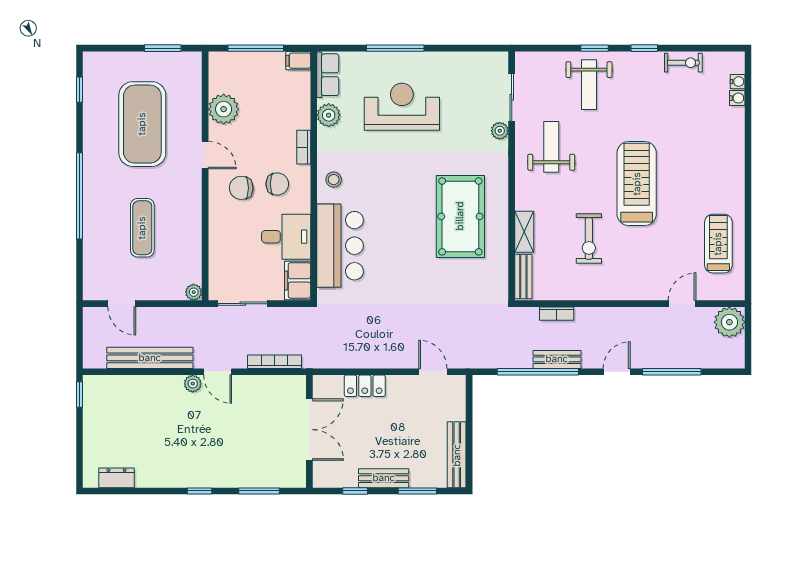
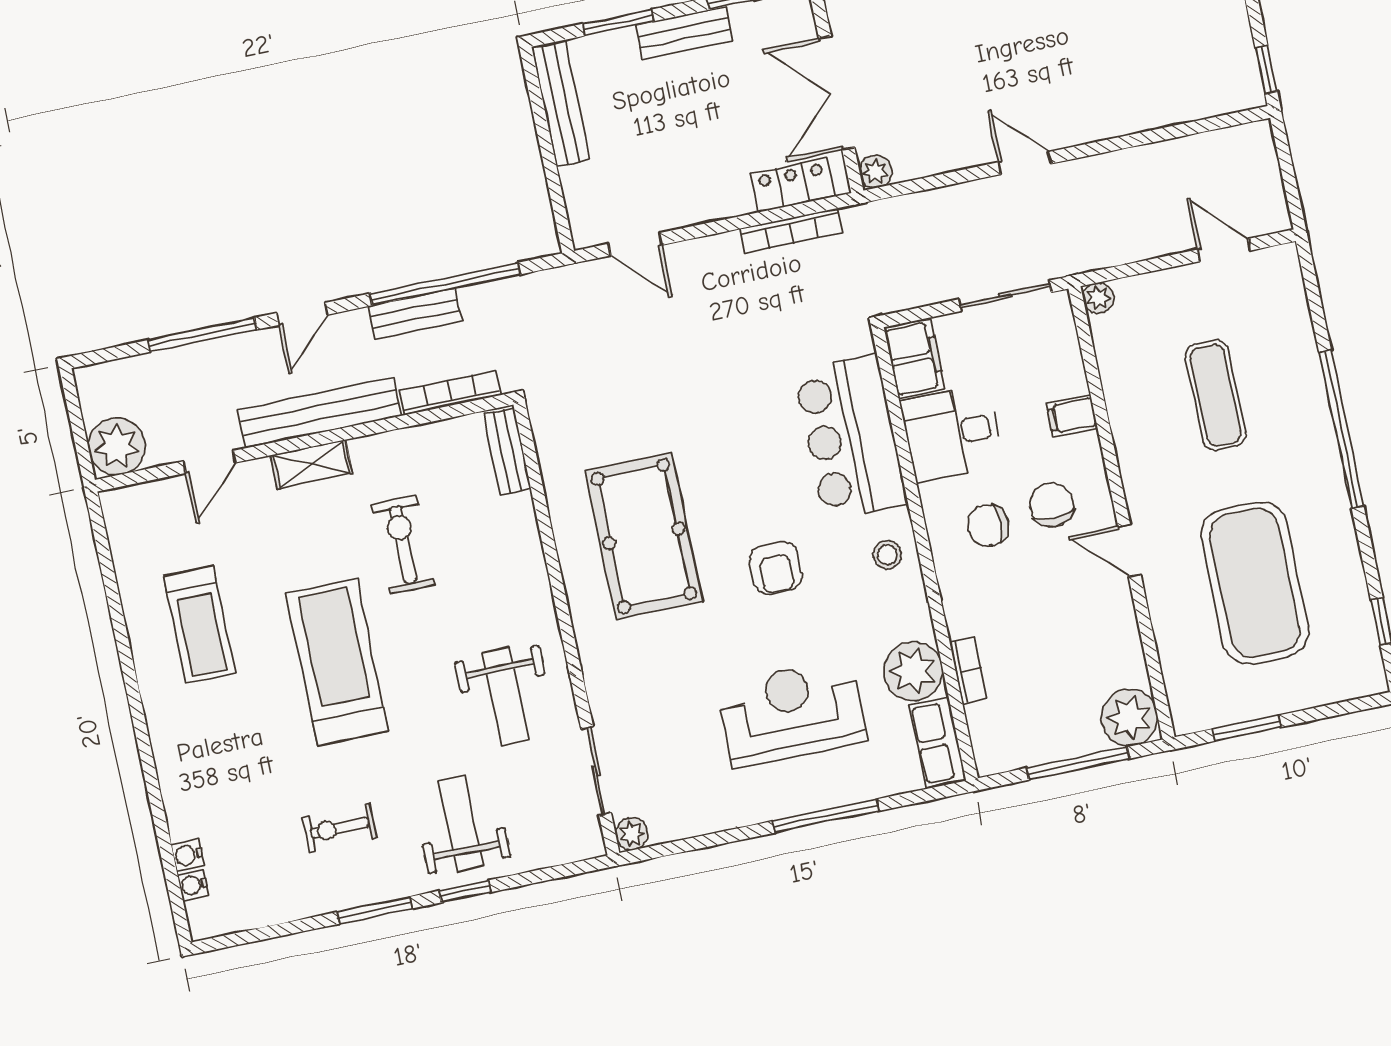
window: (644, 48) -> (375, 910), width x1.50
filing cabinet: (298, 61) -> (1072, 416), moved, turned 180
exercise bike: (683, 63) -> (340, 828), moved
reception desk: (402, 107) -> (791, 713), turned 180
plant: (224, 109) -> (1129, 718), moved
plant: (329, 115) -> (913, 671), width x1.36, depth x1.36
plant: (500, 131) -> (632, 834), moved
bookcase: (304, 147) -> (968, 670), moved
treadmill: (637, 184) -> (337, 662), turned 180
armchair: (394, 185) -> (776, 568), added
chair: (241, 188) -> (1052, 505), turned -90
shelving: (524, 232) -> (311, 464), moved, turned 90
treadmill: (718, 244) -> (200, 624), moved
bookcase: (557, 314) -> (450, 393), width x1.56
bench: (150, 358) -> (320, 413), moved
bookcase: (274, 362) -> (791, 231), moved
plant: (193, 384) -> (876, 172), moved
locker: (365, 386) -> (793, 185), moved

